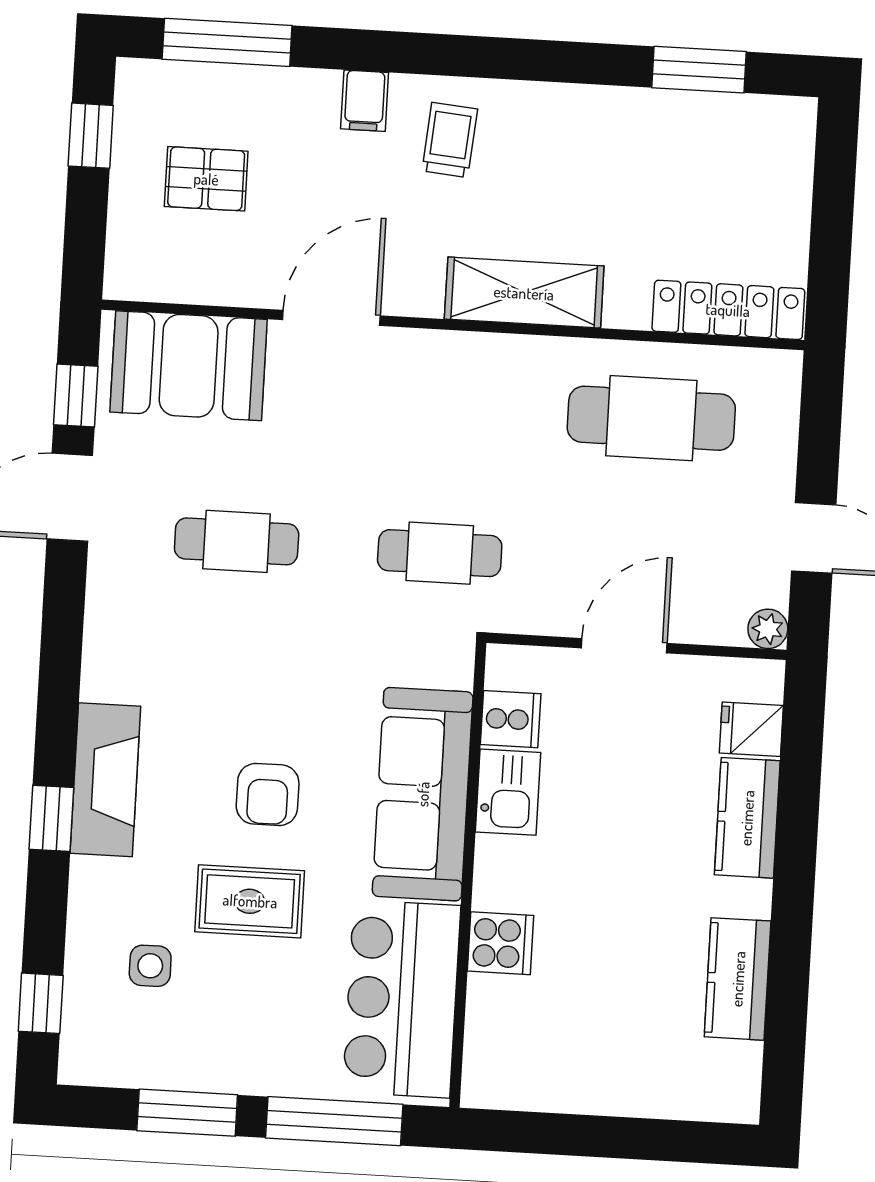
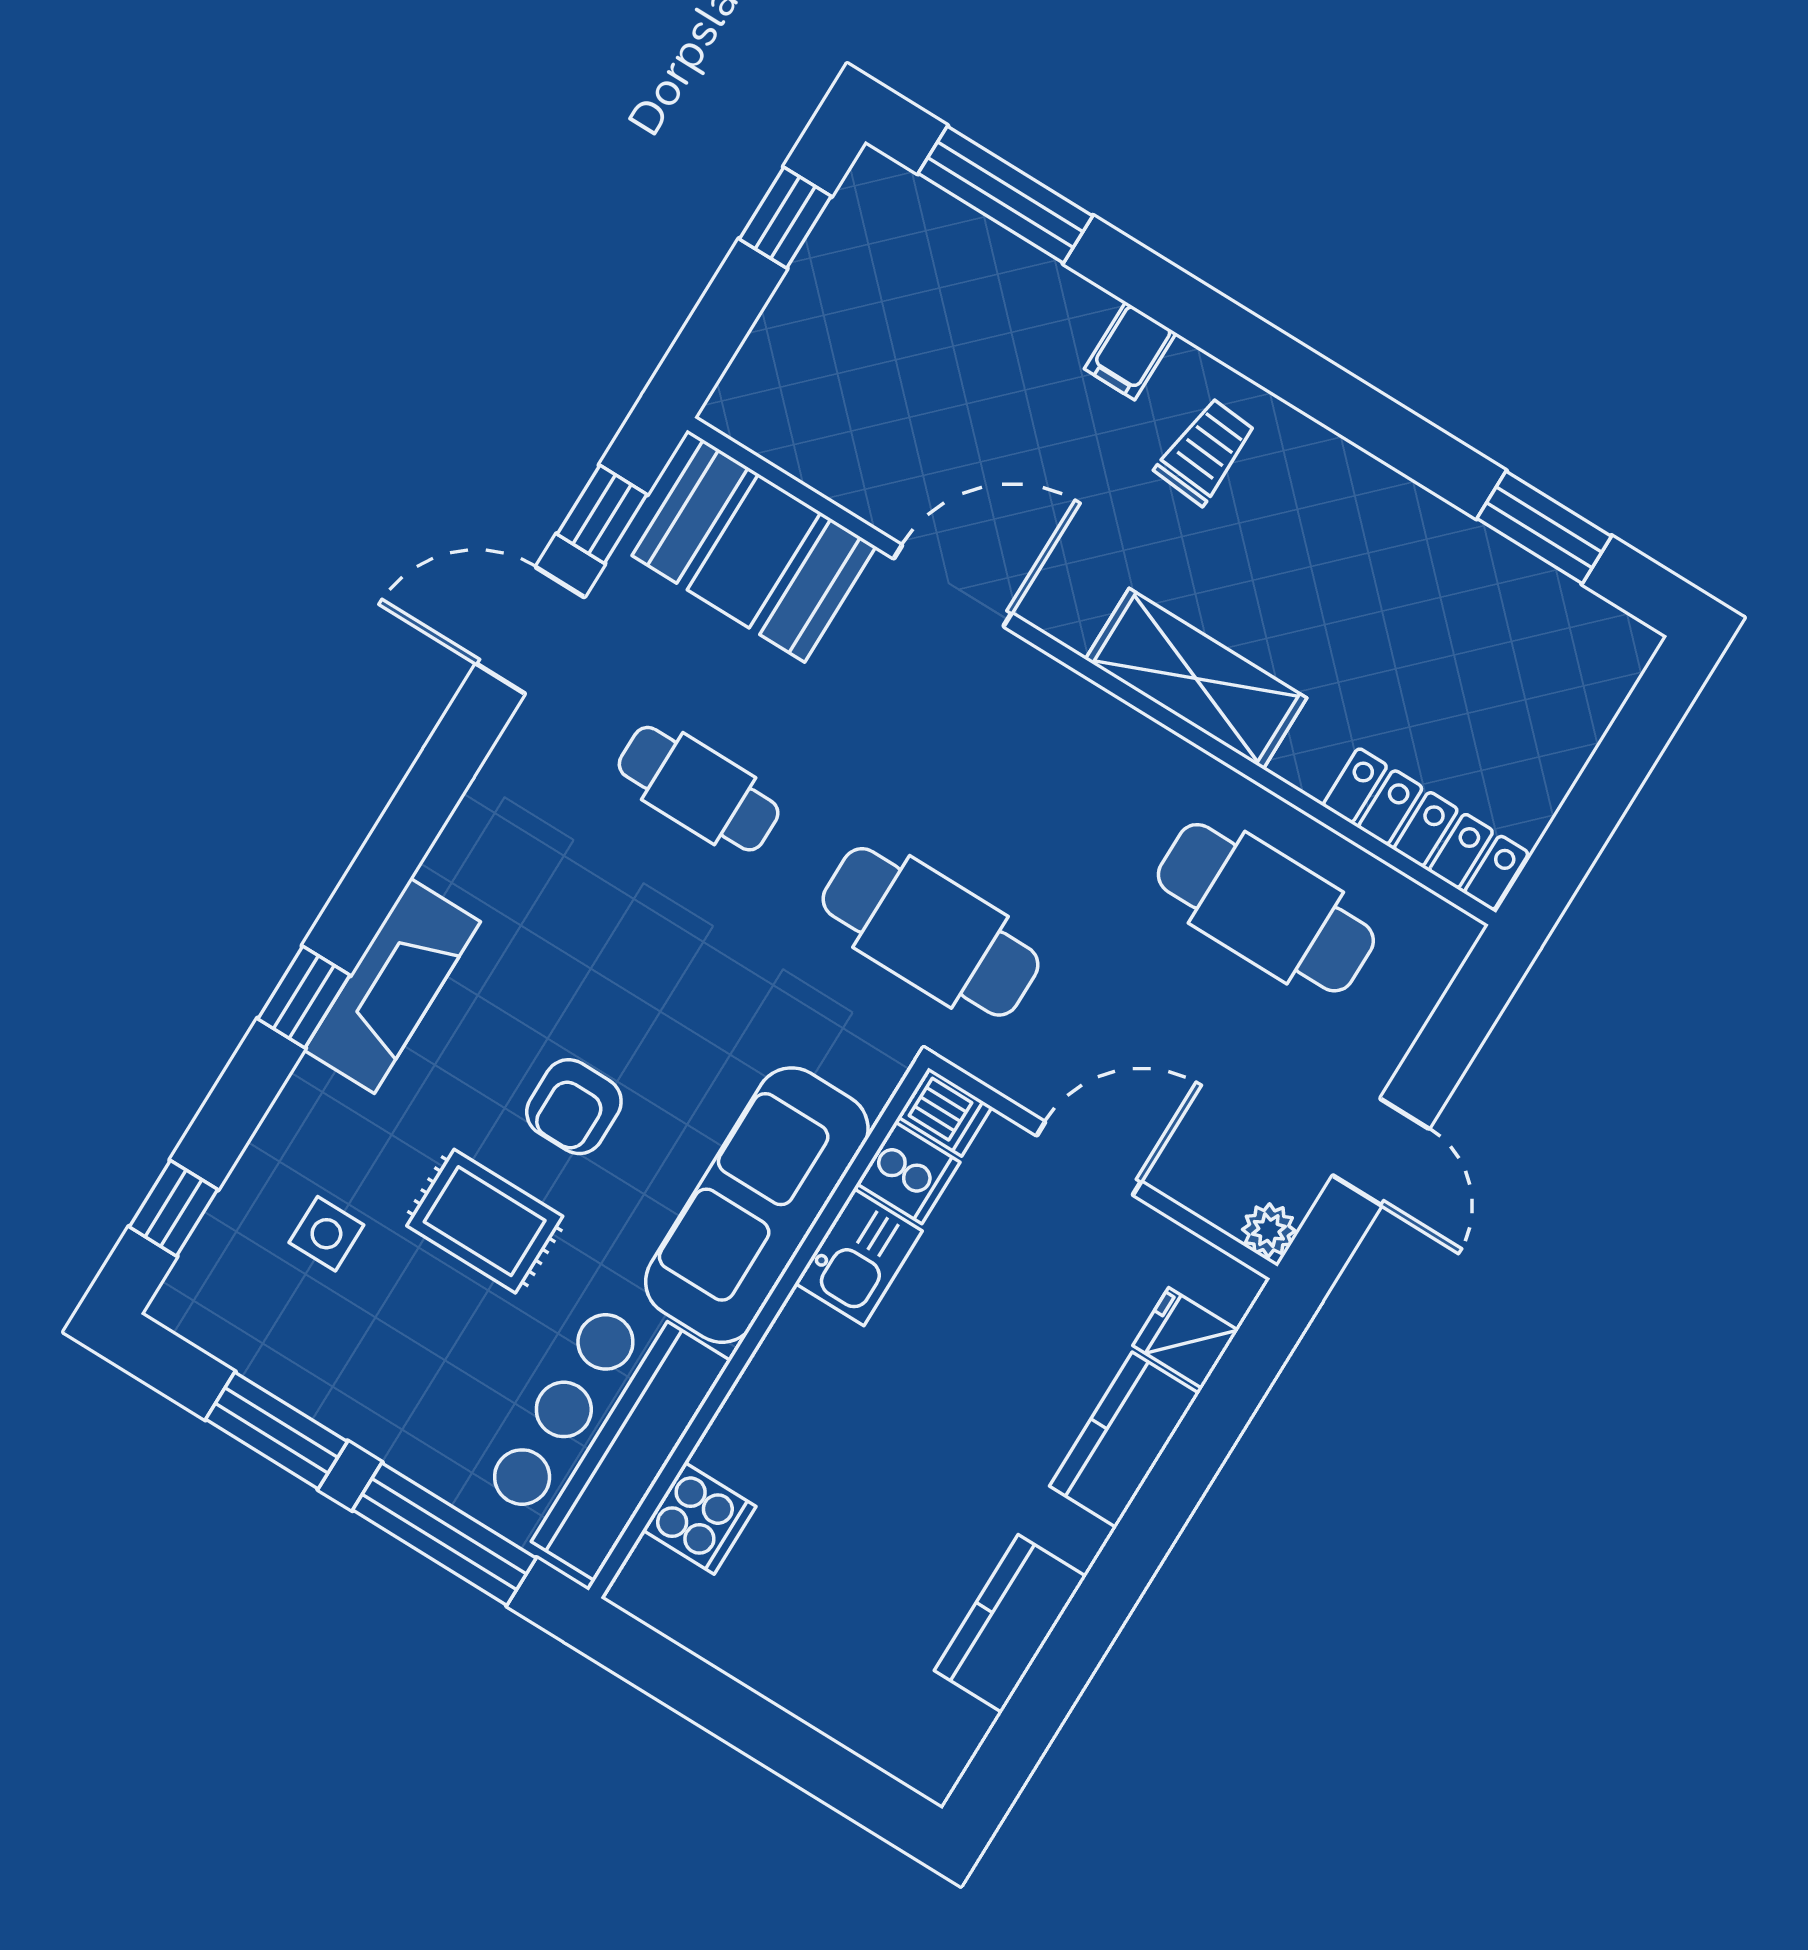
pallet: (206, 179) -> (894, 342), removed
cafe table: (440, 553) -> (931, 932), width x1.37, depth x1.35
dishwasher: (513, 666) -> (945, 1112), added
cooker: (500, 943) -> (699, 1518), moved

